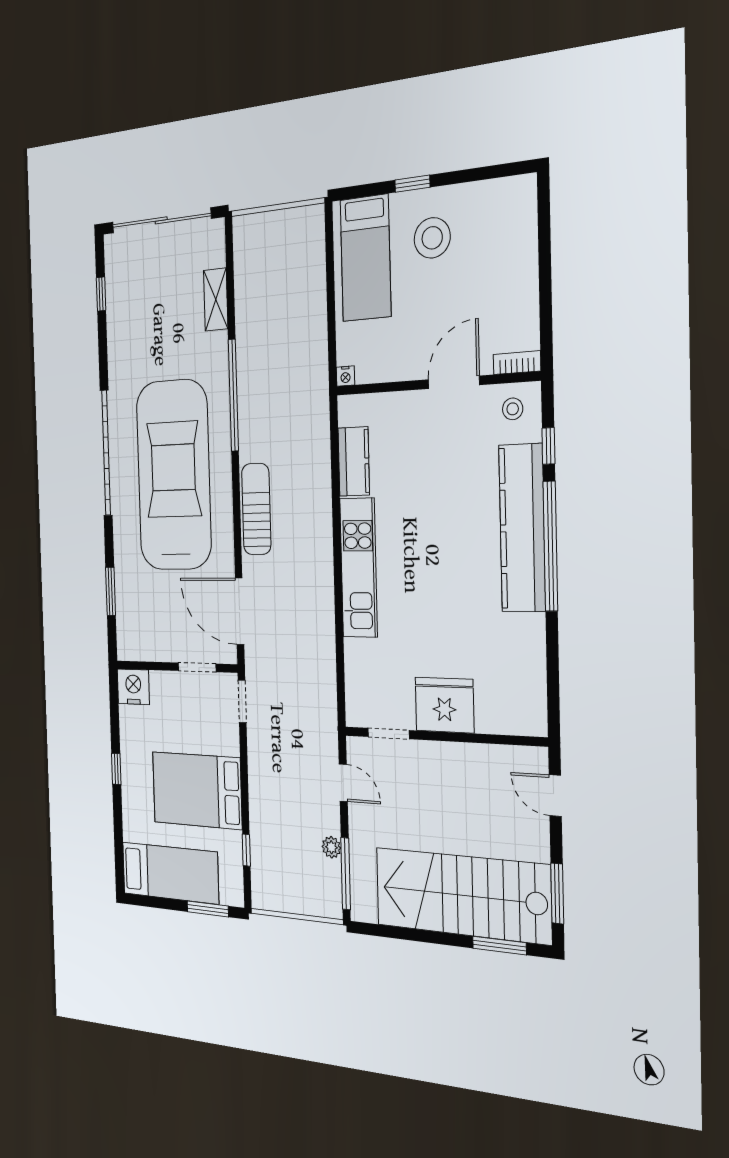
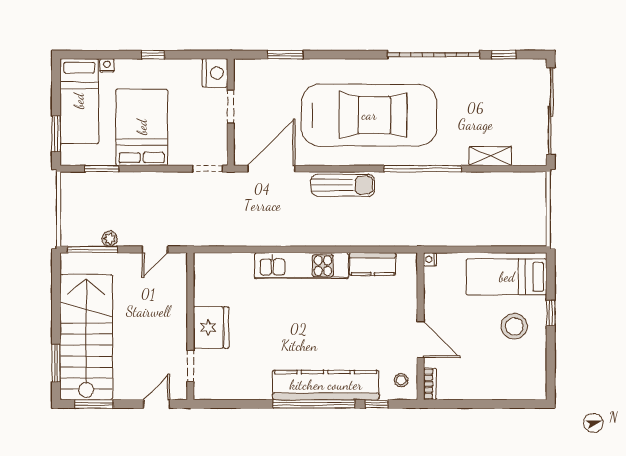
garage door: (106, 453) -> (434, 55), moved
doorway: (197, 667) -> (231, 107), moved
doorway: (388, 734) -> (190, 366), moved
nightstand: (130, 831) -> (107, 65), added
window: (246, 850) -> (102, 169), width x1.50

